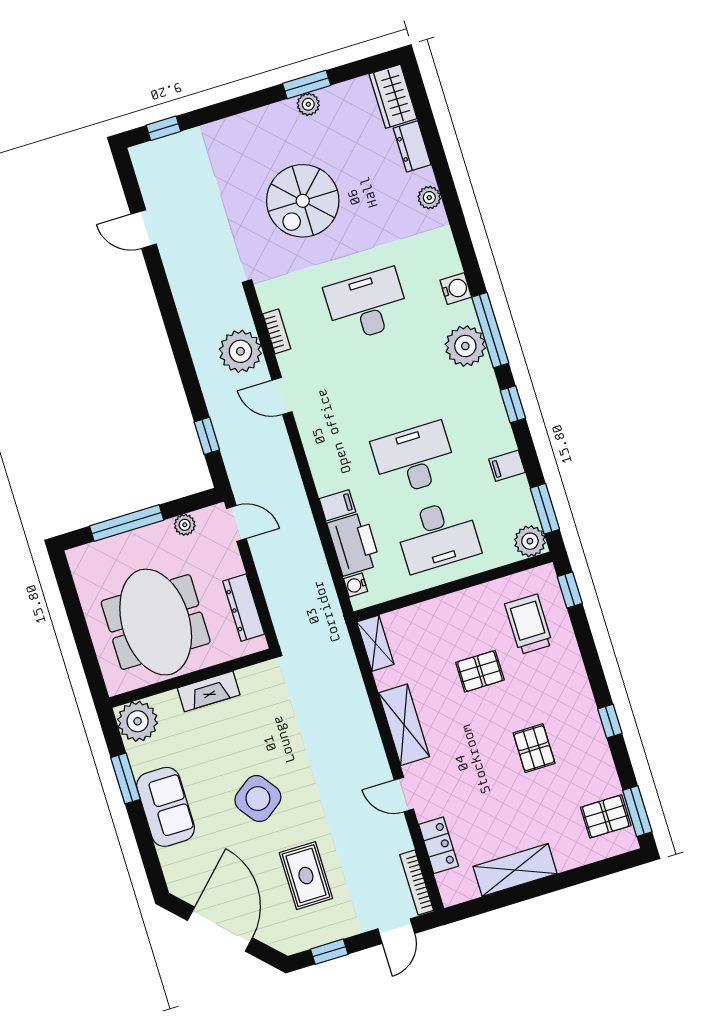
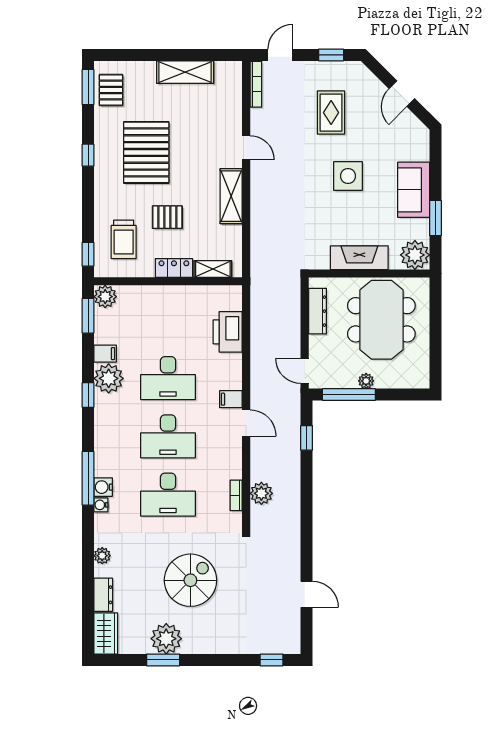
plant: (308, 104) -> (166, 639), width x1.87, depth x1.87
window: (490, 330) -> (88, 478), moved
plant: (465, 346) -> (109, 378), moved
plant: (240, 351) -> (261, 493), width x0.73, depth x0.73
door: (282, 396) -> (246, 423), moved
filing cabinet: (337, 505) -> (231, 399), moved
window: (127, 523) -> (349, 394), moved
plant: (185, 525) -> (366, 381), moved
desk: (438, 536) -> (168, 436), moved, turned 180
water cooler: (356, 585) -> (101, 505), moved, turned 180
shelving: (375, 643) -> (213, 269), moved, turned 90
fireplace: (209, 691) -> (359, 258), width x1.37, depth x1.32
pallet: (534, 748) -> (146, 152), width x2.05, depth x2.00
side table: (258, 799) -> (348, 176), turned 36
pallet: (606, 816) -> (111, 90), turned 90
locker: (439, 845) -> (174, 268), moved, turned 90
door: (220, 929) -> (402, 94), width x0.53

